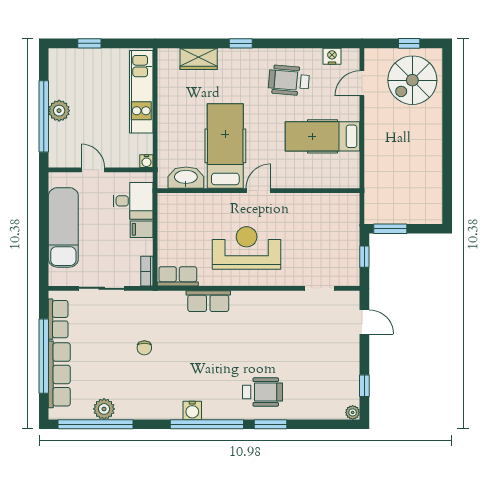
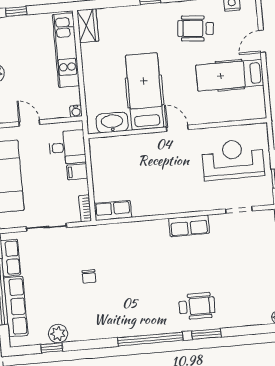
wardrobe: (199, 59) -> (88, 26), moved, turned -90
door: (362, 83) -> (262, 41), moved
door: (258, 191) -> (177, 128), hinge flipped
reception desk: (247, 248) -> (233, 160), moved
row of seats: (208, 301) -> (189, 226), moved
water cooler: (192, 410) -> (136, 328), removed
window: (96, 424) -> (52, 348), width x0.32

